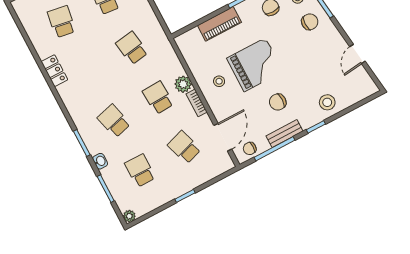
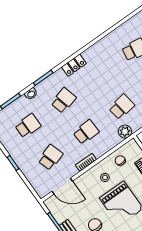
locker: (54, 71) -> (74, 65), moved
plant: (183, 84) -> (125, 132), moved
chair: (250, 149) -> (120, 161), moved

